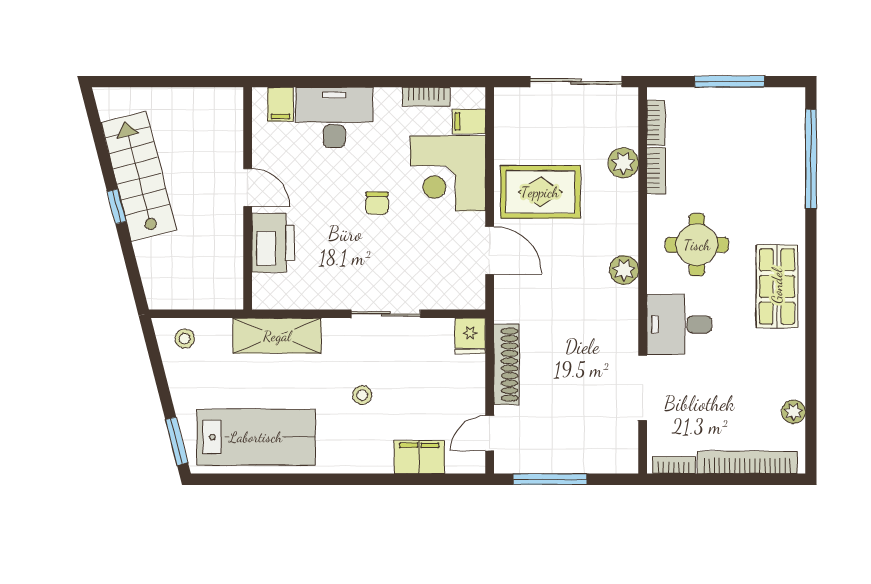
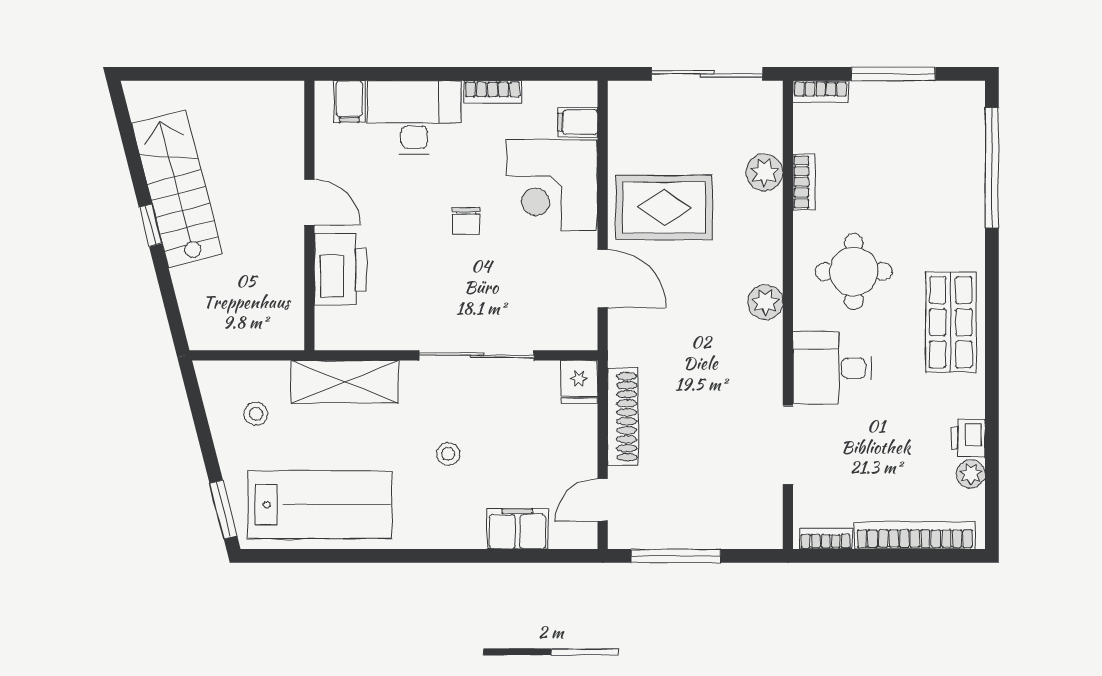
bookcase: (426, 97) -> (493, 92), moved
bookcase: (656, 123) -> (820, 92), moved, turned 90
sliding door: (386, 314) -> (477, 355), width x1.37
stool: (185, 339) -> (256, 414), moved
printer: (791, 382) -> (968, 438), added

